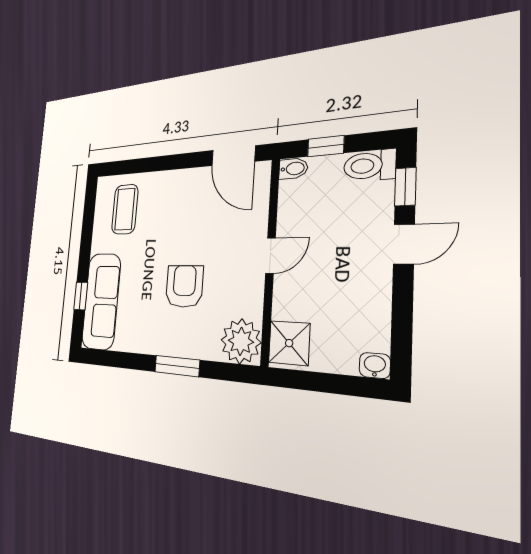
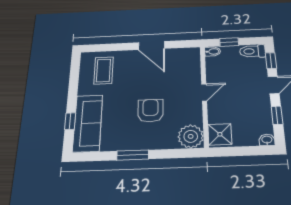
door: (233, 156) -> (152, 45), moved
window: (402, 314) -> (277, 115), added
window: (177, 366) -> (133, 155), moved

